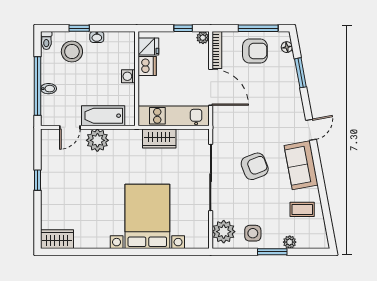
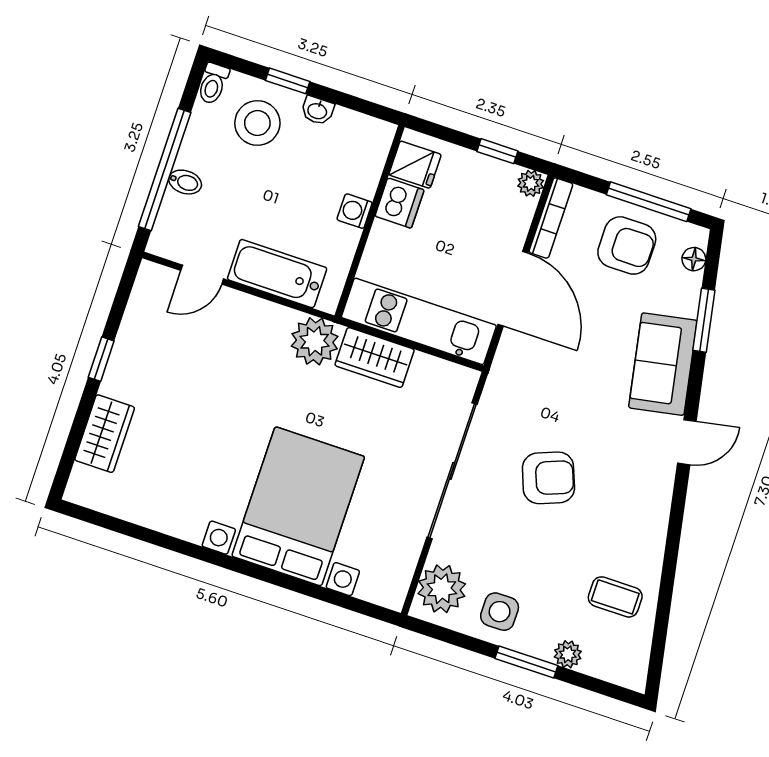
plant: (97, 140) -> (315, 341), moved
sofa: (301, 165) -> (663, 364), moved
wardrobe: (57, 239) -> (105, 434), moved, turned 90

